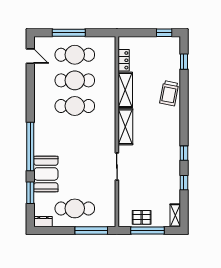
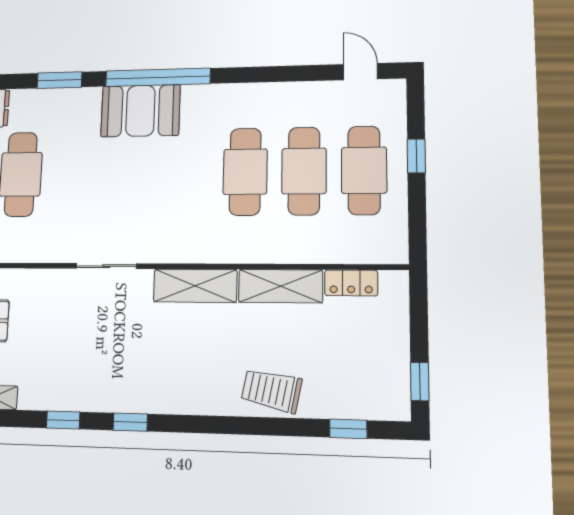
window: (69, 33) -> (416, 156), width x0.46
door: (30, 56) -> (360, 72), swing flipped
booth: (46, 174) -> (140, 111), moved

